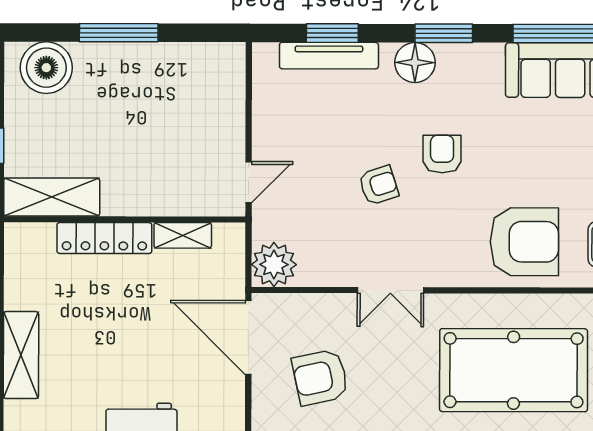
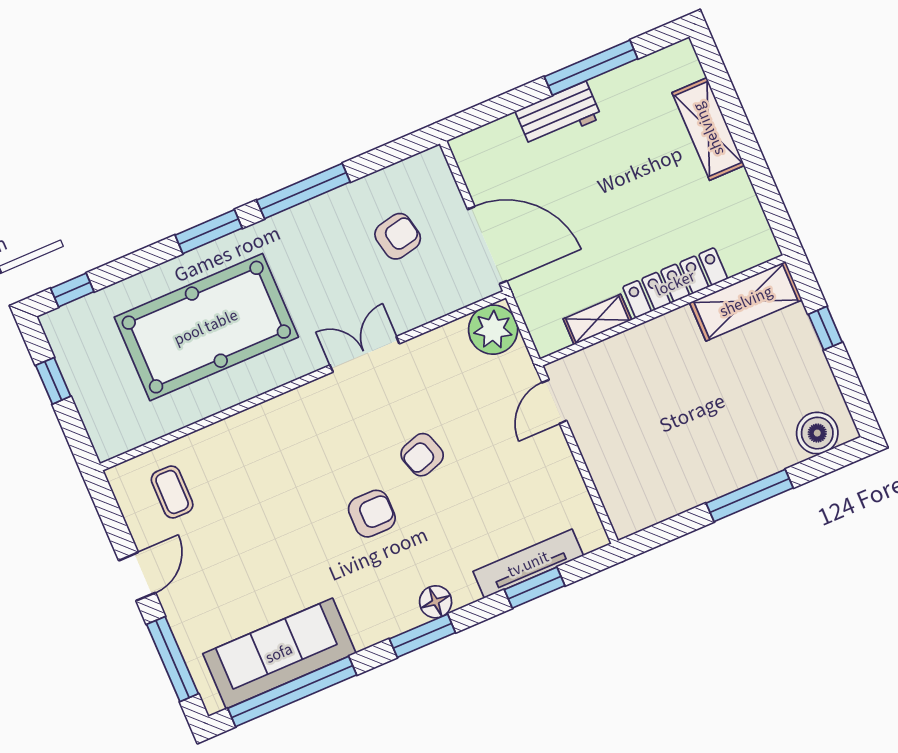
floor lamp: (415, 63) -> (436, 602), width x0.73, depth x0.73
boiler: (46, 68) -> (817, 433), width x0.73, depth x0.73
armchair: (442, 154) -> (372, 514), turned -90
armchair: (524, 242) -> (251, 461), removed
armchair: (320, 377) -> (398, 236), width x0.72, depth x0.72

